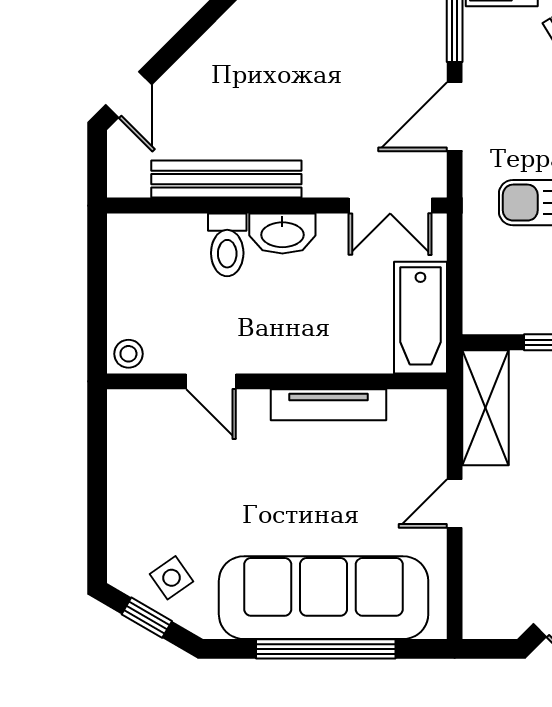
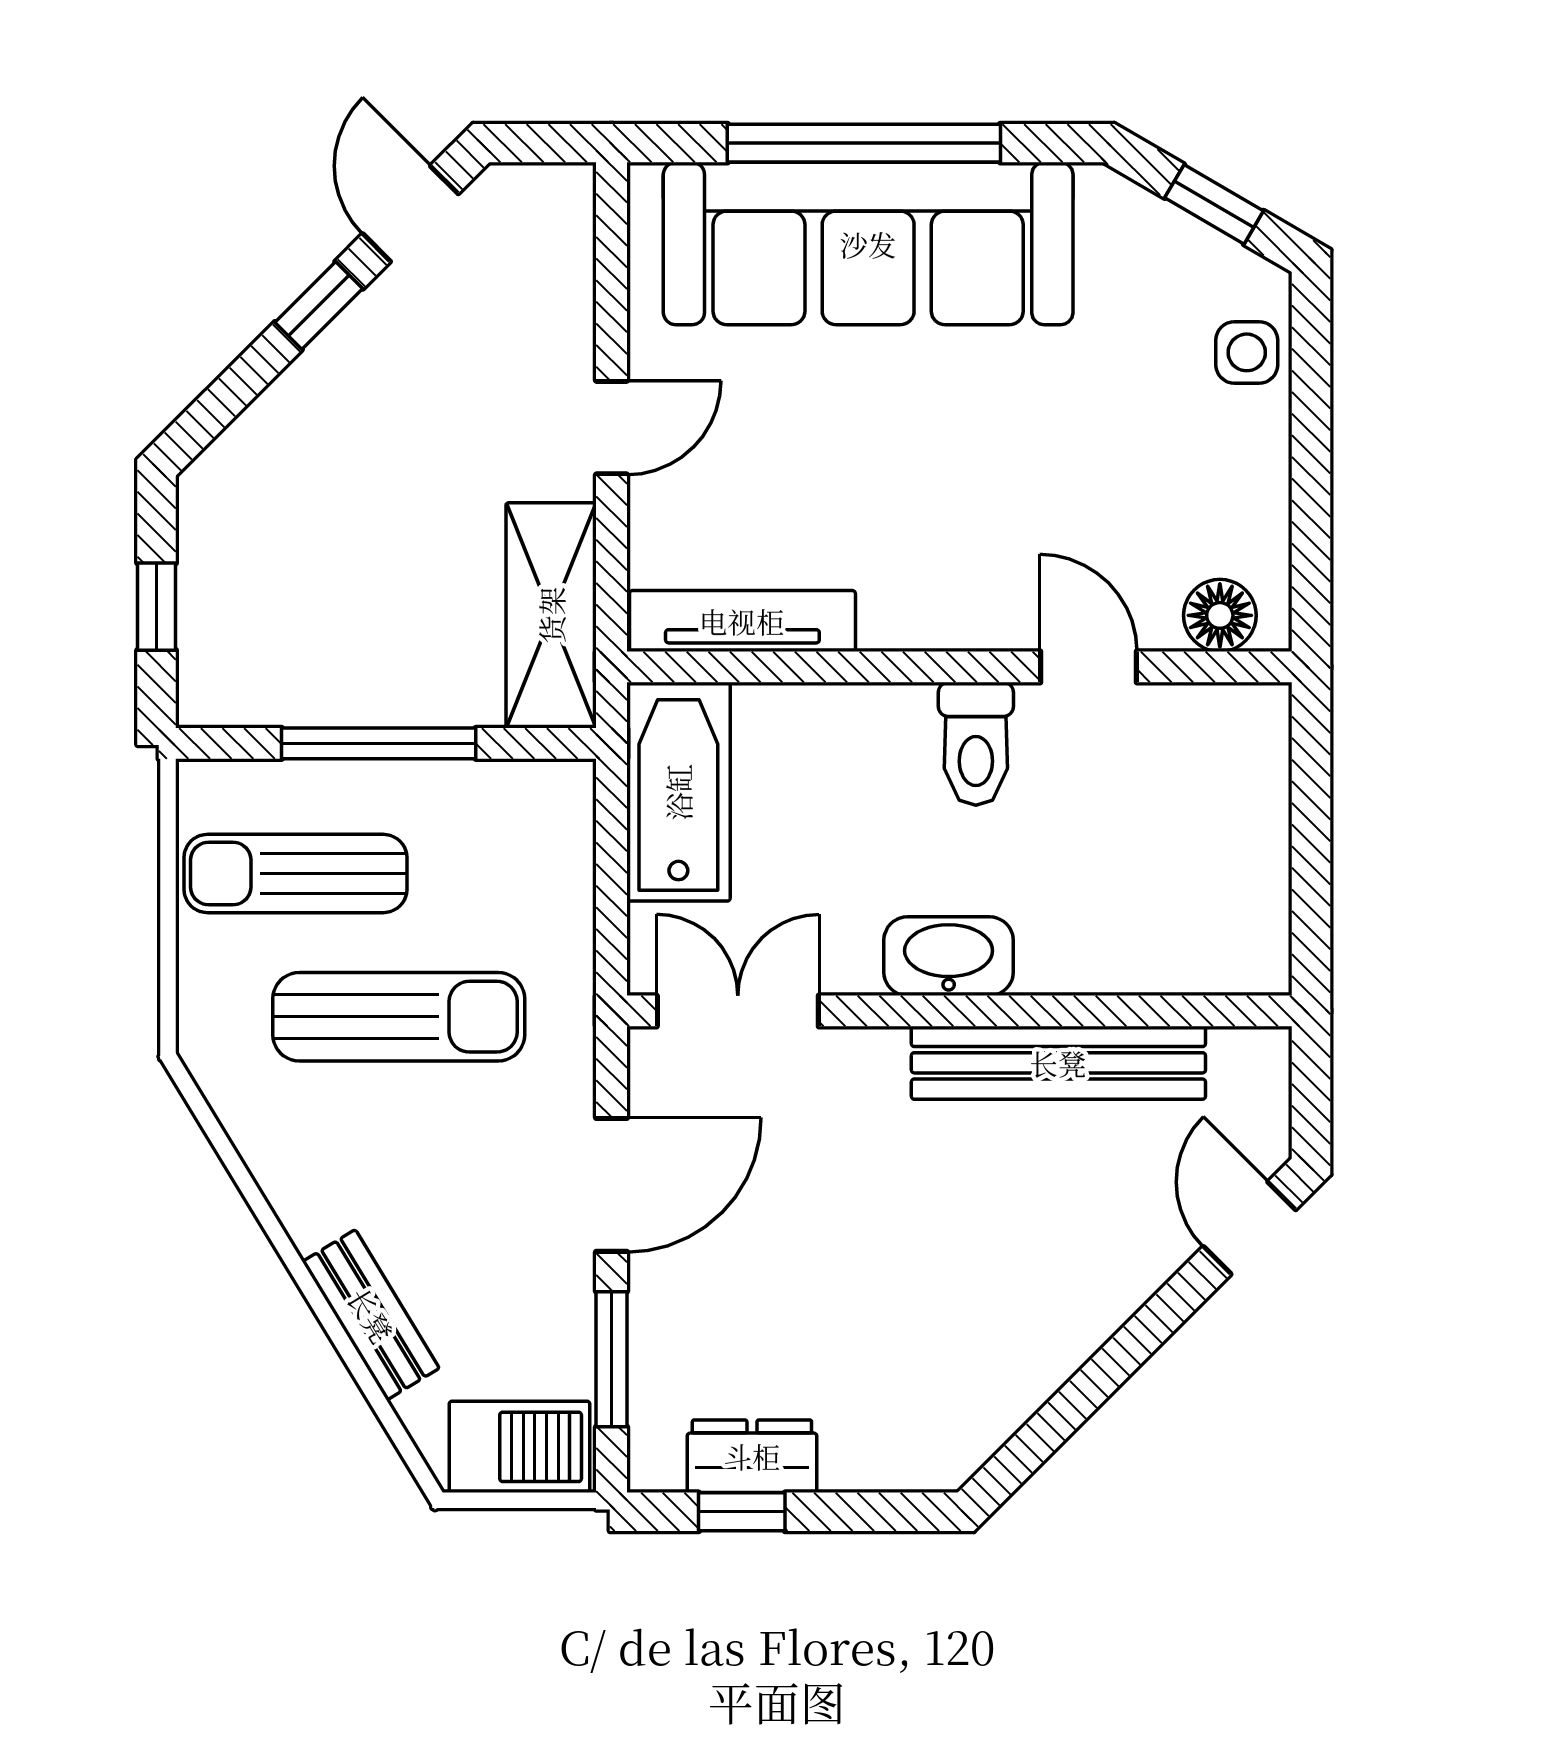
toilet: (227, 245) -> (976, 744), moved, turned 180
stool: (128, 354) -> (1250, 721), removed
tv unit: (329, 405) -> (742, 621), moved
floor lamp: (144, 408) -> (1220, 615), added
side table: (172, 578) -> (1247, 352), moved, turned 35

